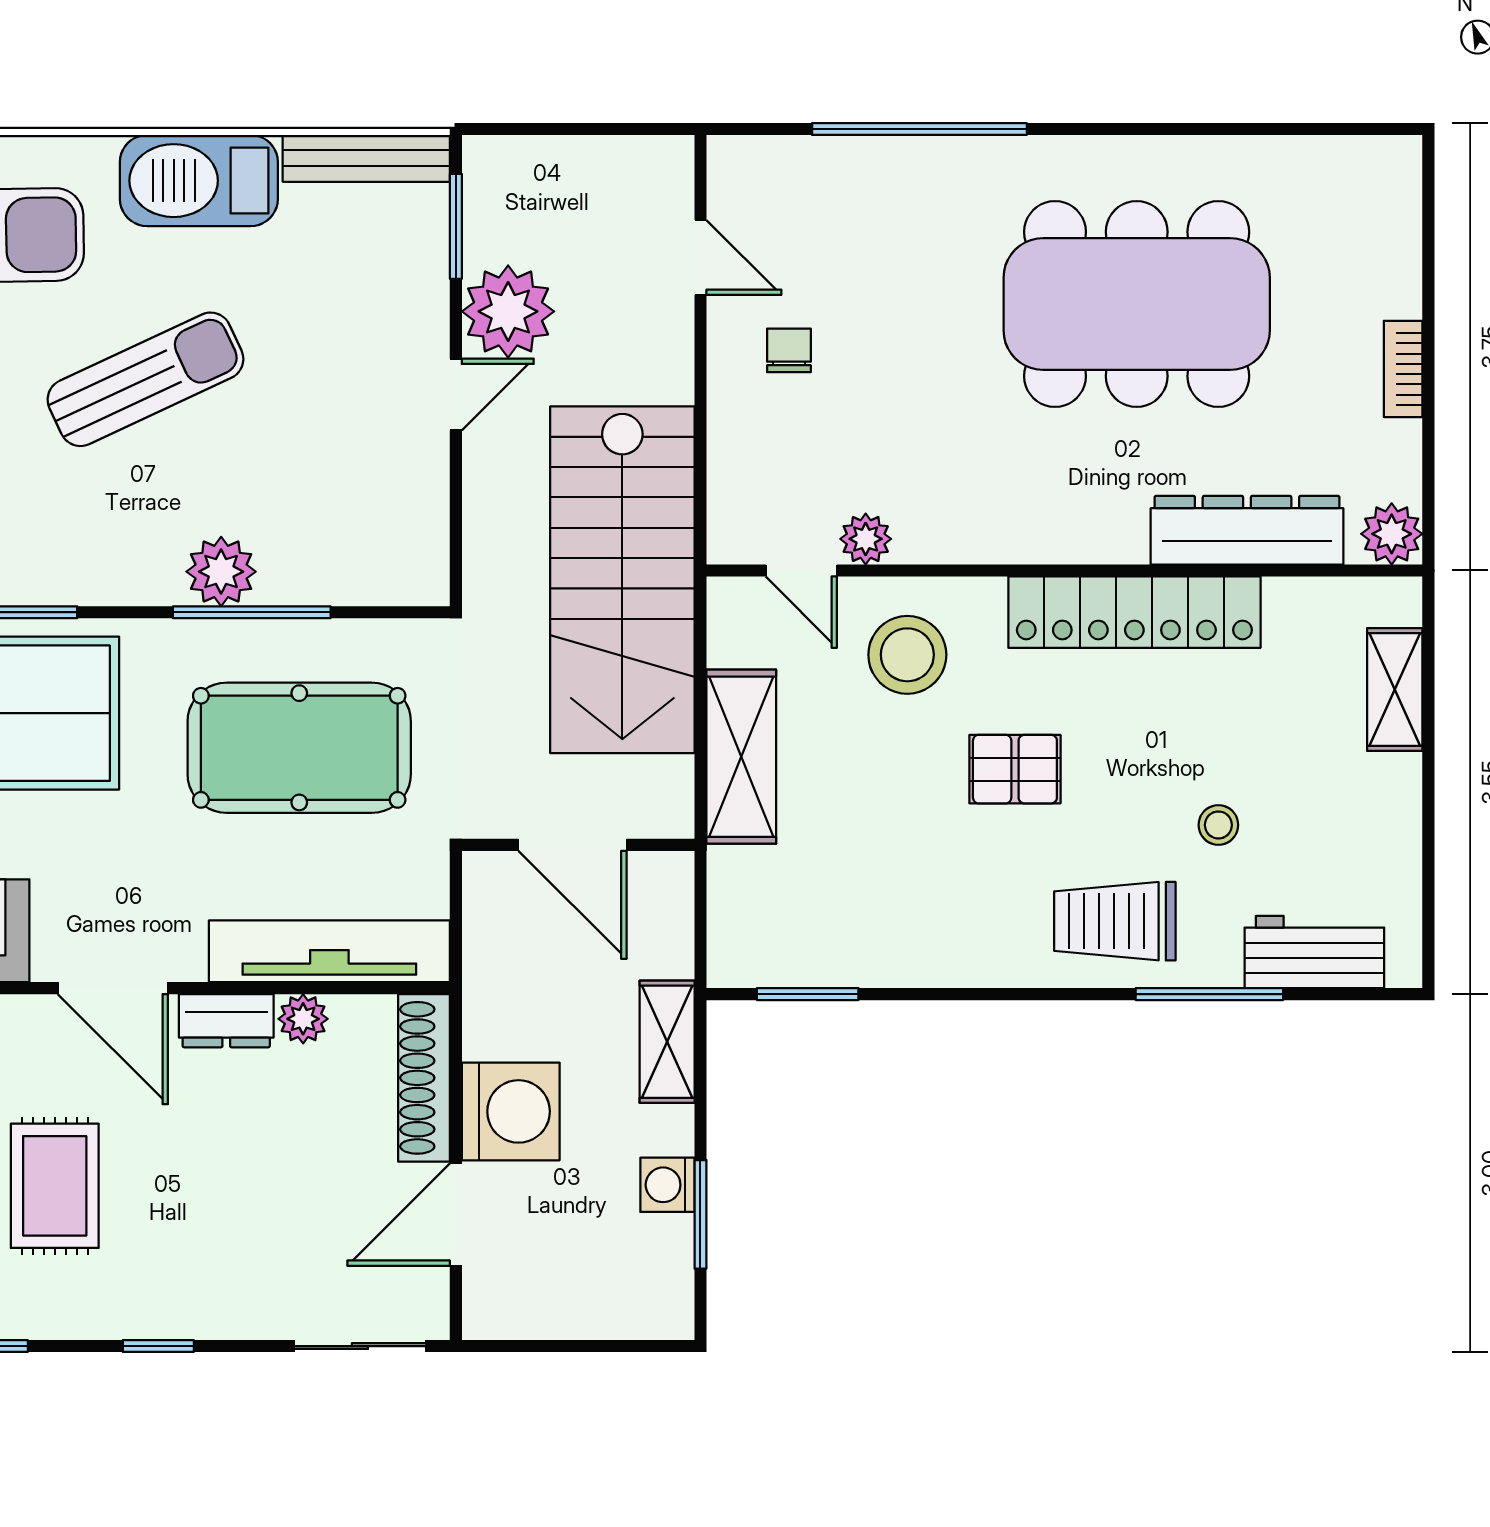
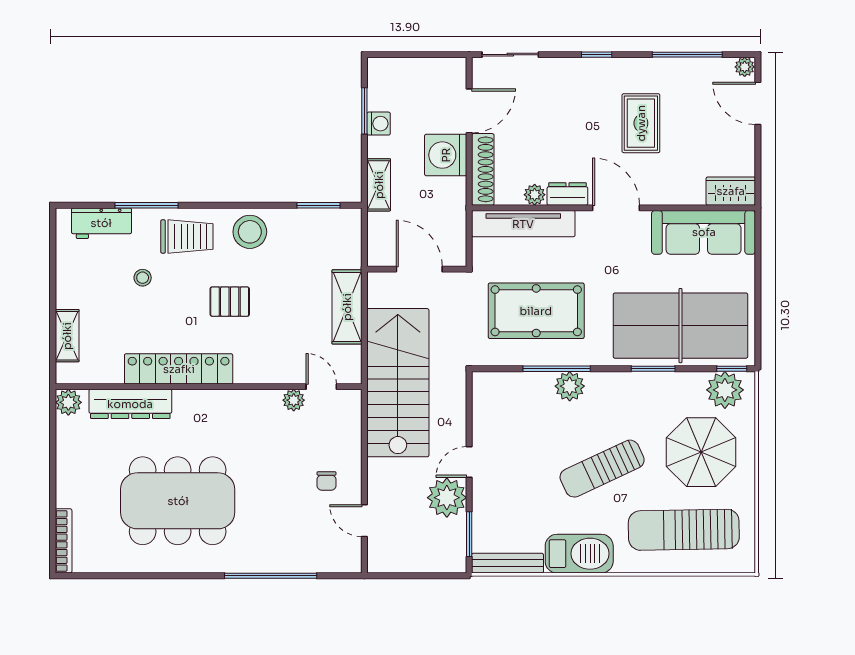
bookcase: (1403, 369) -> (64, 541), moved, width x1.56
stool: (907, 655) -> (250, 232), moved

